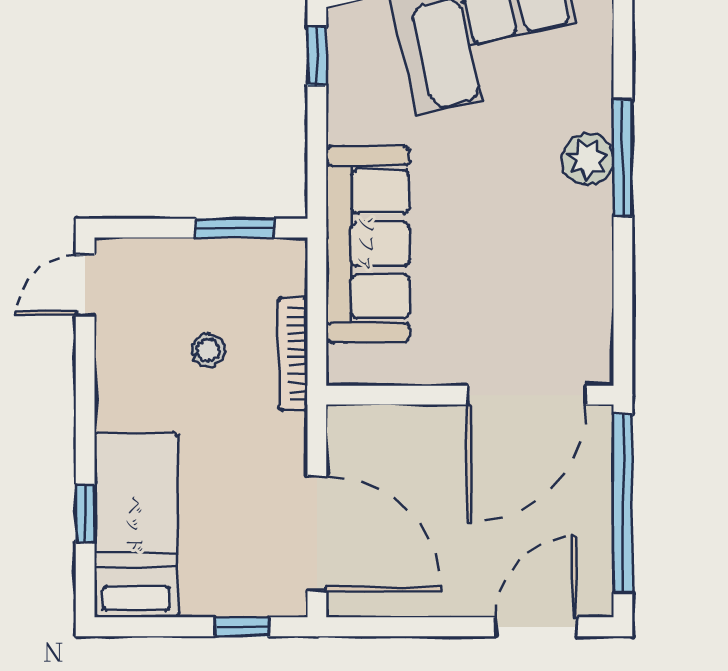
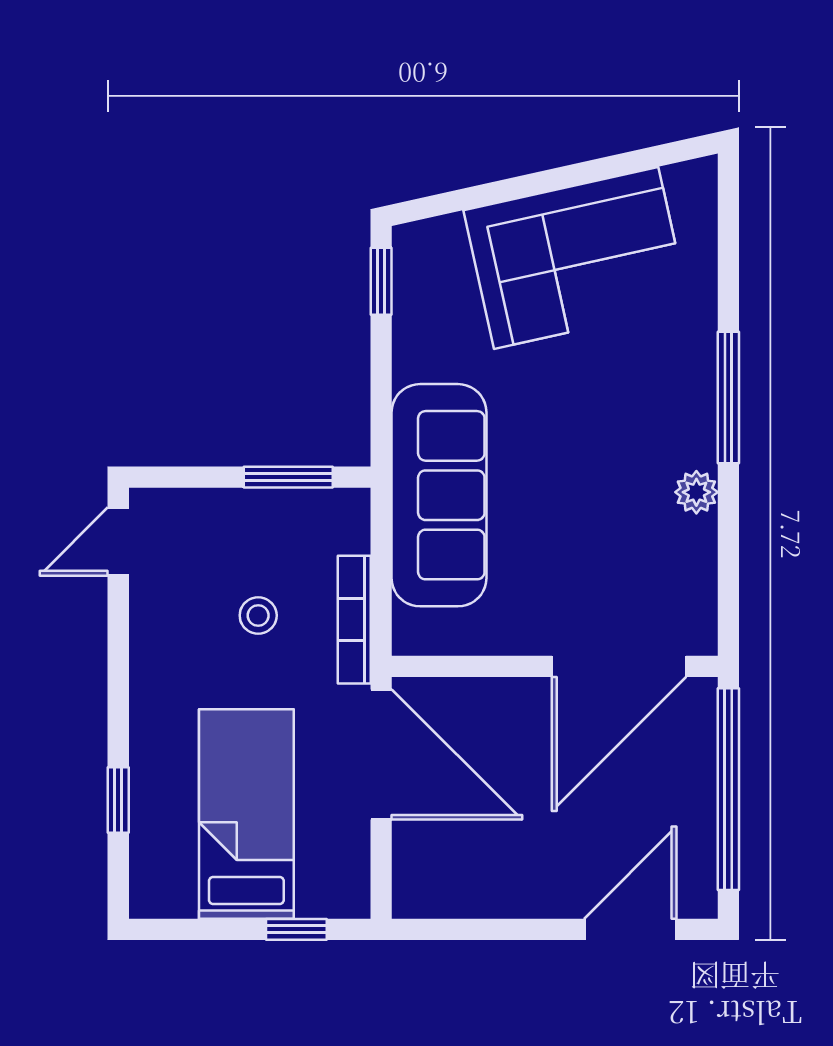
plant: (588, 159) -> (696, 492), moved, width x0.73, depth x0.73
bed: (136, 525) -> (246, 814), moved
door: (317, 533) -> (381, 755), moved

